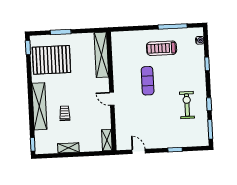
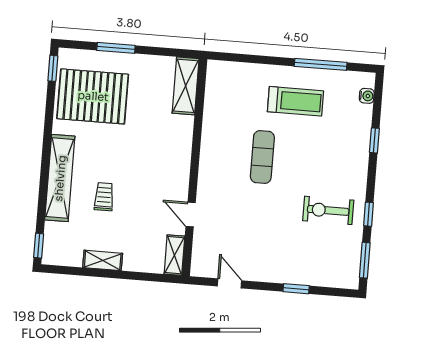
treadmill: (162, 48) -> (295, 101), turned 180
shelving: (101, 55) -> (186, 86), width x0.68
door: (112, 99) -> (191, 214), moved
exercise bike: (187, 105) -> (328, 210), turned -90

